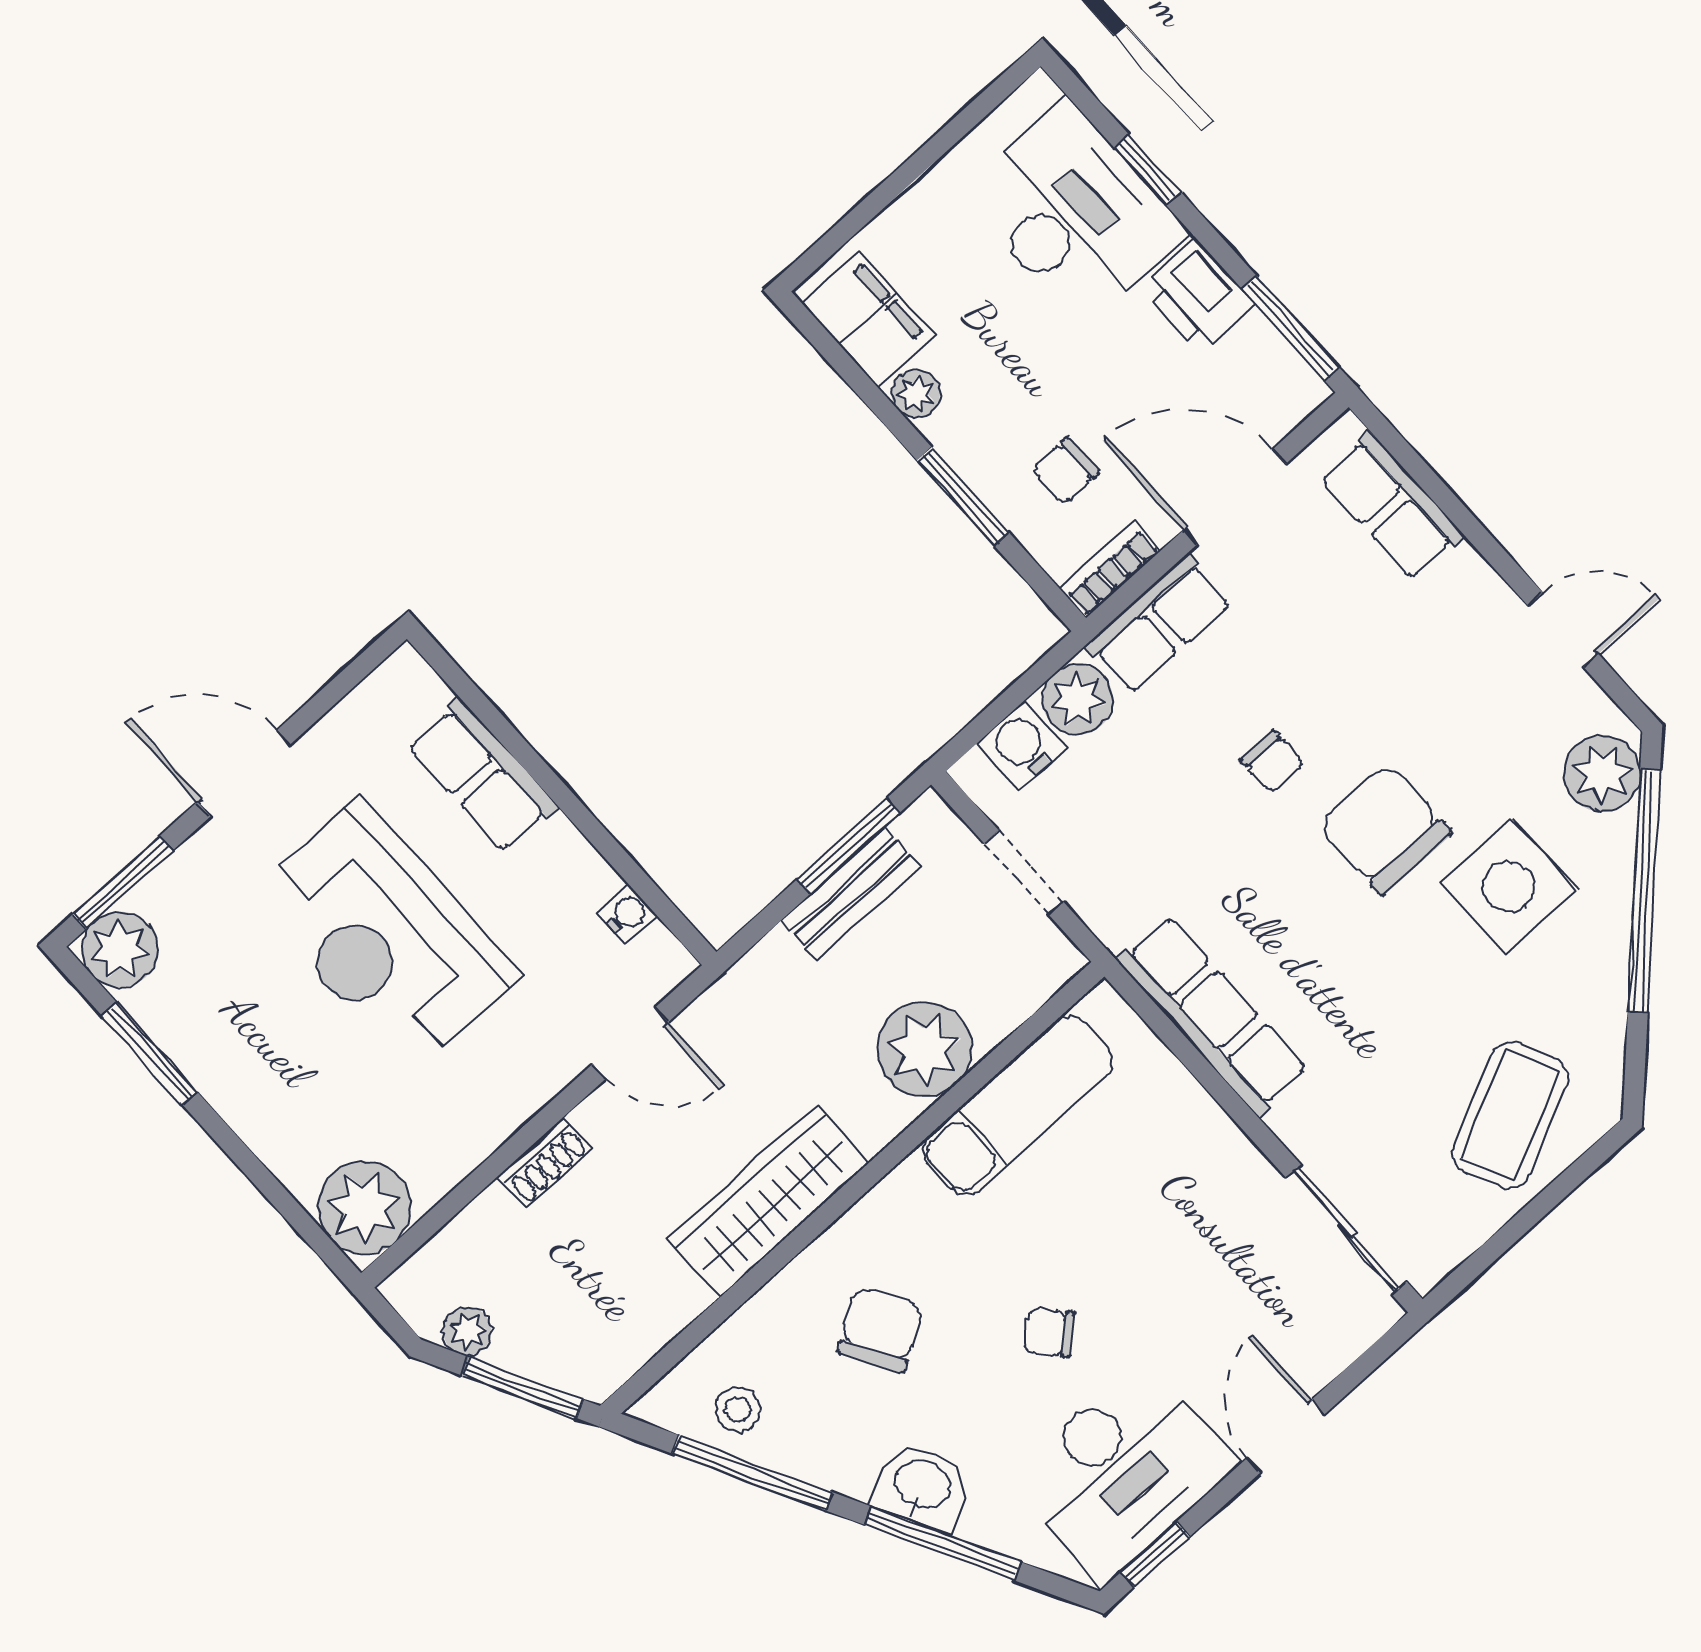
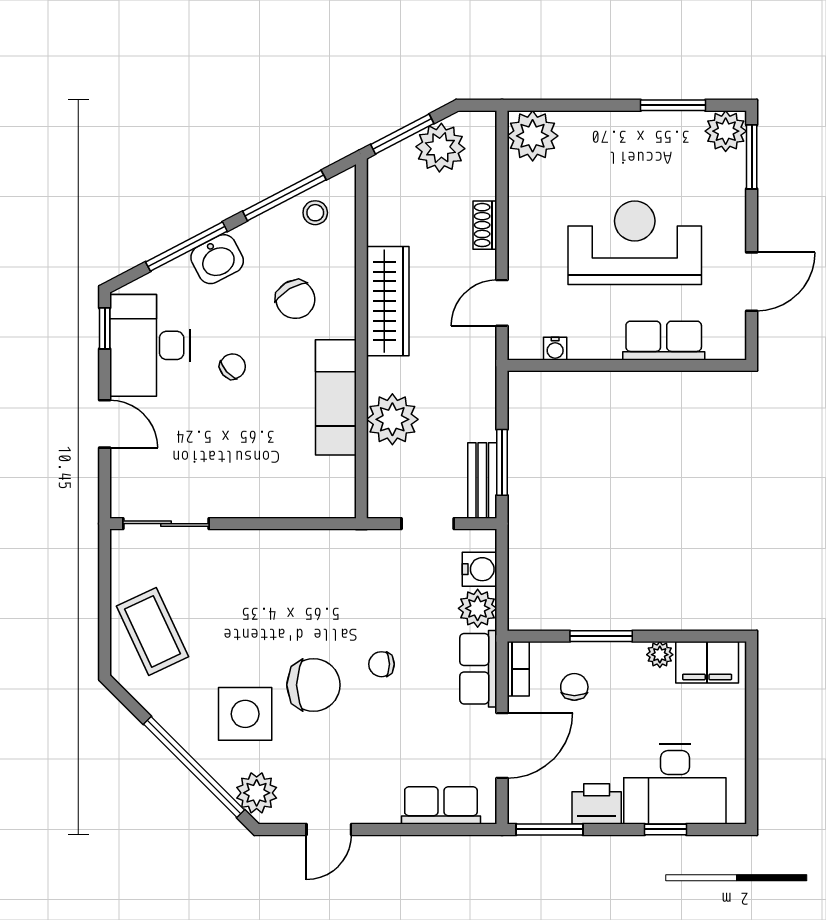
door: (244, 773) -> (752, 282), moved
bench: (850, 893) -> (482, 481), moved
row of seats: (1213, 1015) -> (301, 548), removed
exam couch: (1017, 1105) -> (336, 397), moved
plant: (467, 1331) -> (440, 148), width x1.87, depth x1.87

